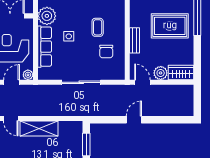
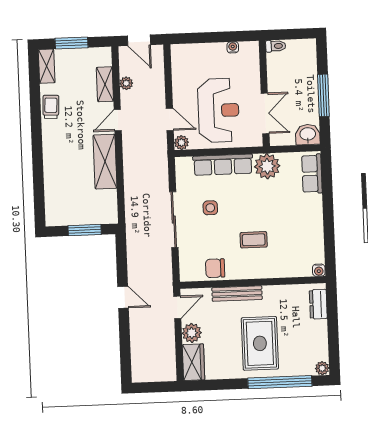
side table: (69, 36) -> (210, 208), moved
bench: (134, 40) -> (237, 294), width x1.36
chair: (106, 51) -> (215, 268), moved

